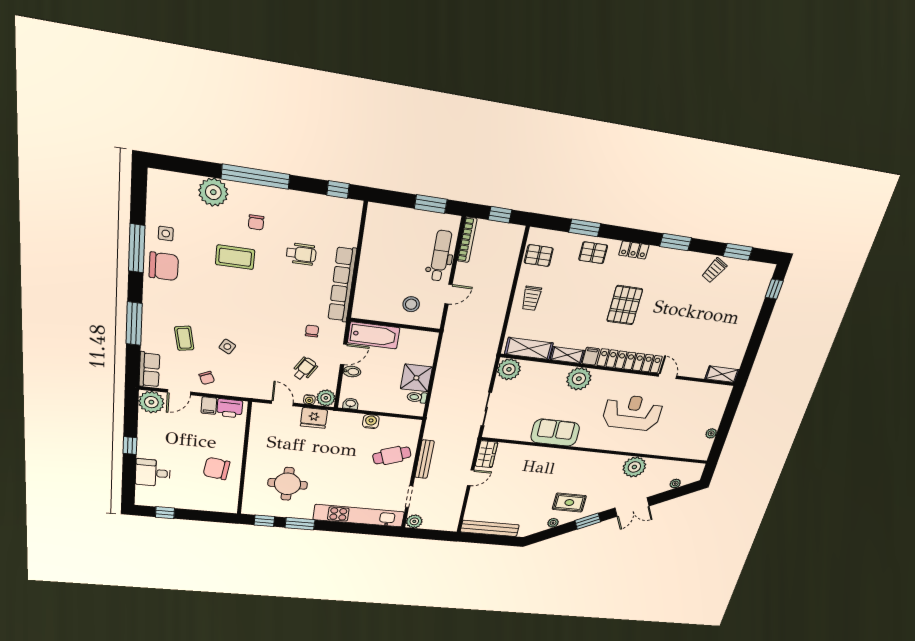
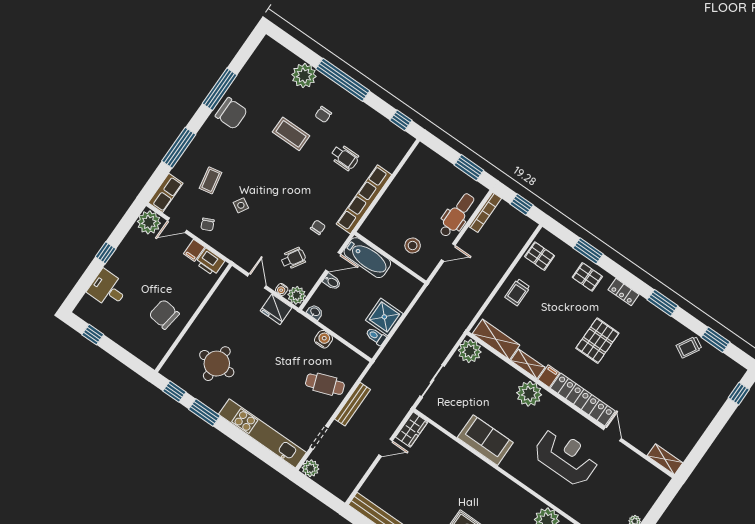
side table: (166, 234) -> (249, 89), removed

